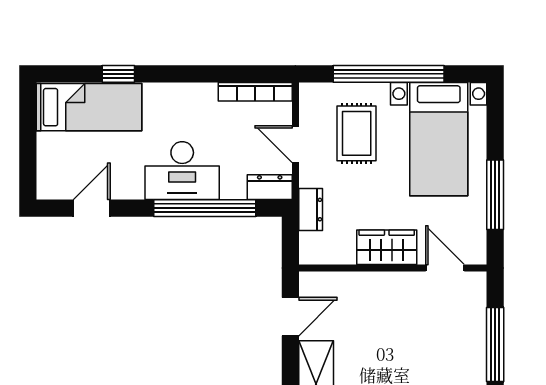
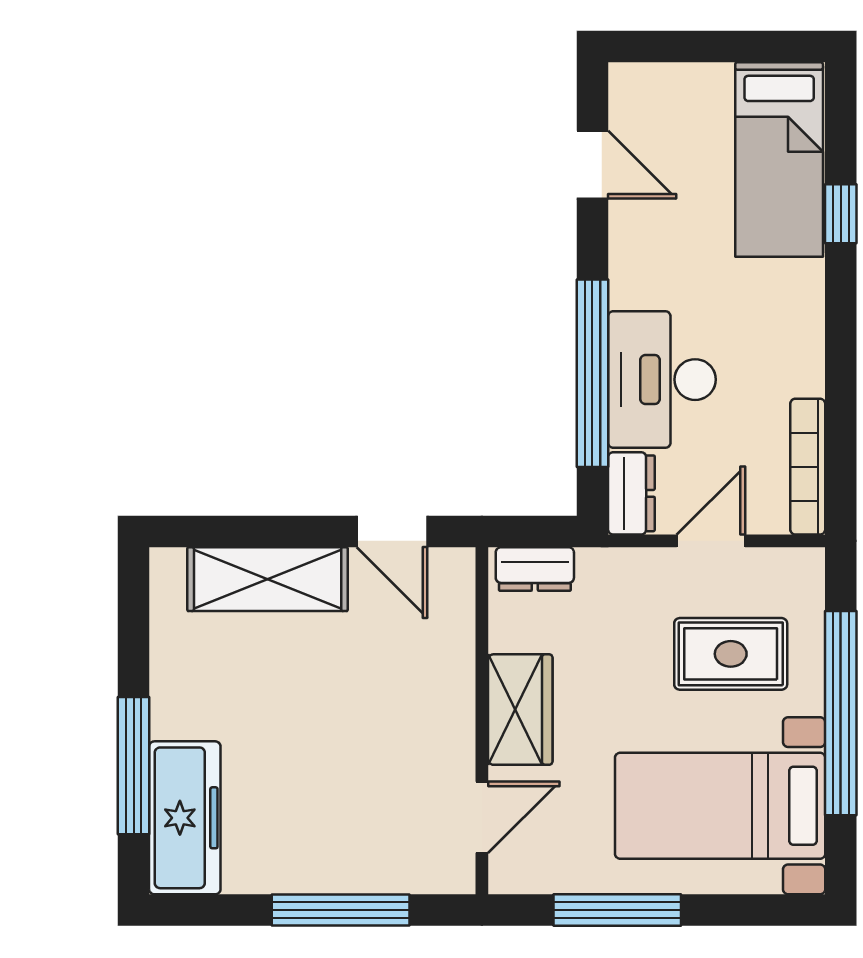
desk: (182, 171) -> (662, 380), moved
dresser: (311, 210) -> (535, 569), moved

